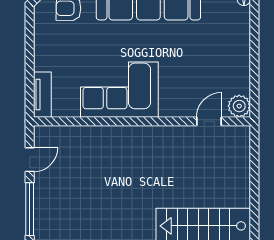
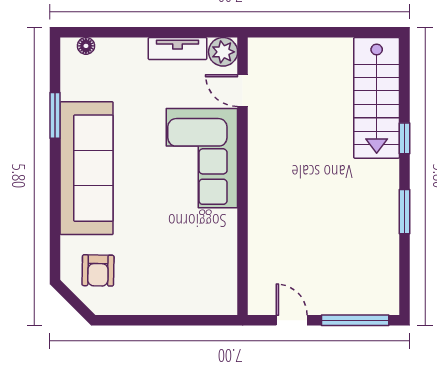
corner sofa: (119, 90) -> (202, 158), moved
tv unit: (42, 95) -> (178, 49), moved, turned 180

